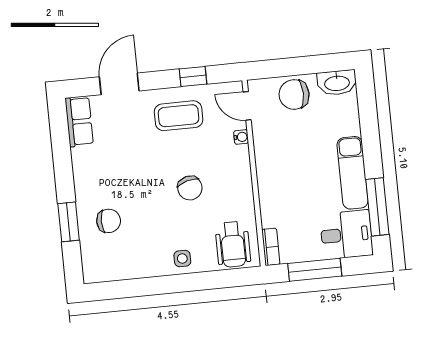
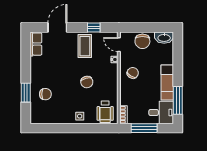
chair: (294, 94) -> (142, 41), turned -90
coffee table: (179, 116) -> (85, 46), turned 90
chair: (281, 160) -> (133, 73), added

